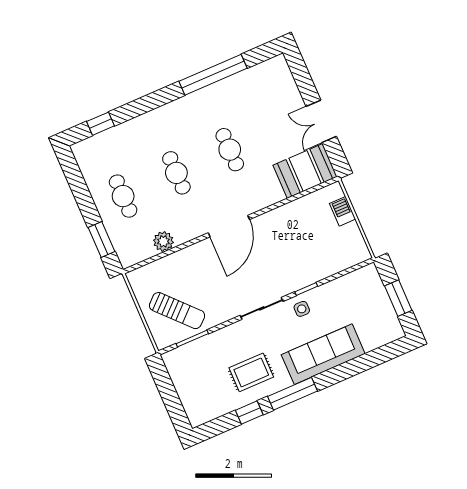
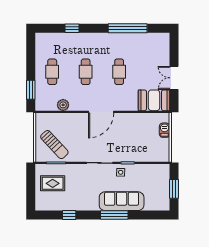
window: (101, 124) -> (72, 28), moved
rug: (251, 372) -> (53, 183), moved
window: (292, 394) -> (114, 215), moved

